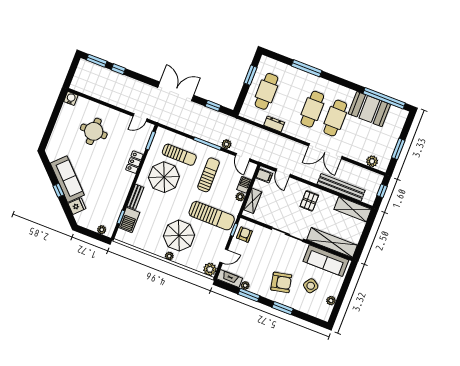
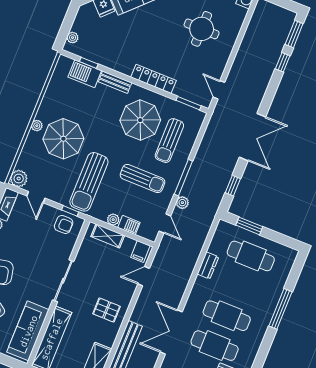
window: (250, 75) -> (249, 226), moved
door: (243, 157) -> (165, 224), swing flipped
locker: (134, 162) -> (154, 79), width x1.53

